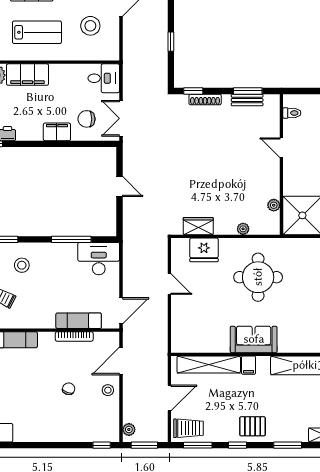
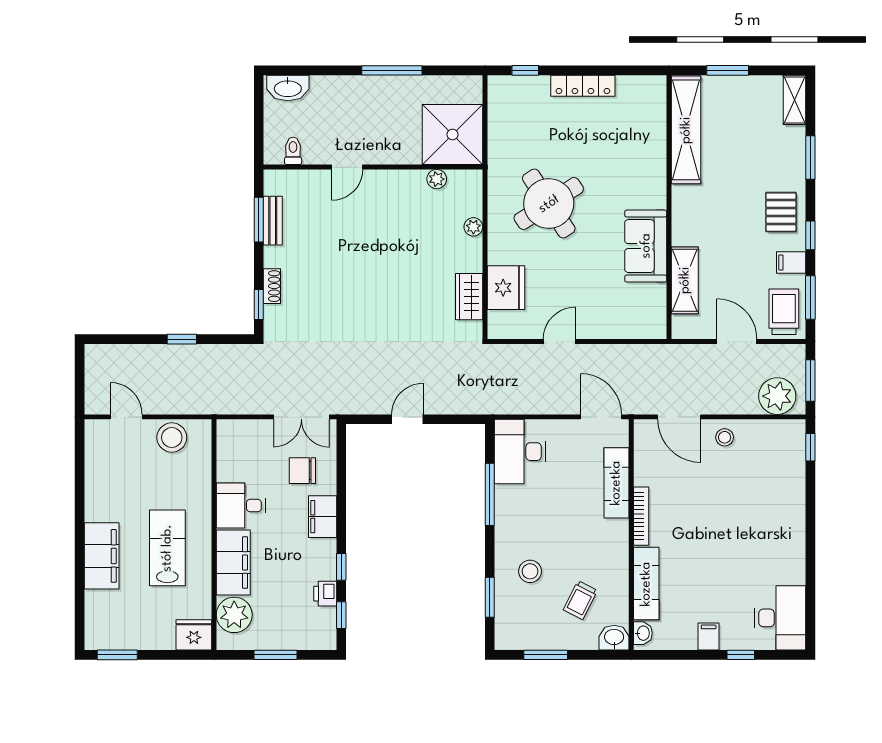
stool: (90, 26) -> (172, 438), moved
desk: (104, 78) -> (241, 506), moved, turned -90
shoe rack: (205, 99) -> (272, 286), width x0.70
chair: (87, 119) -> (302, 471), turned 90
window: (25, 144) -> (341, 567), added
round table: (258, 277) -> (549, 204), turned -33
bookcase: (74, 336) -> (641, 516), moved
sofa: (254, 339) -> (646, 246), moved
shelving: (209, 365) -> (685, 280), width x0.68
filing cabinet: (249, 365) -> (791, 262), moved, turned 180
chair: (69, 389) -> (722, 498), removed
plant: (129, 429) -> (777, 396), width x1.87, depth x1.87

